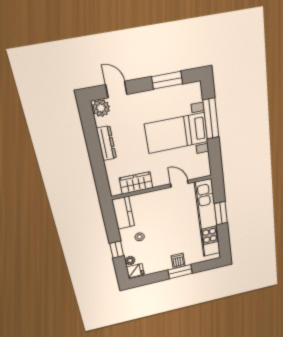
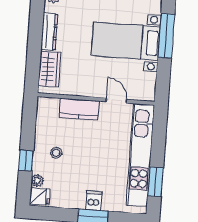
wardrobe: (136, 183) -> (49, 69), moved, turned 90
kitchen counter: (123, 213) -> (79, 109), moved, turned 90
window: (221, 213) -> (156, 182), moved

